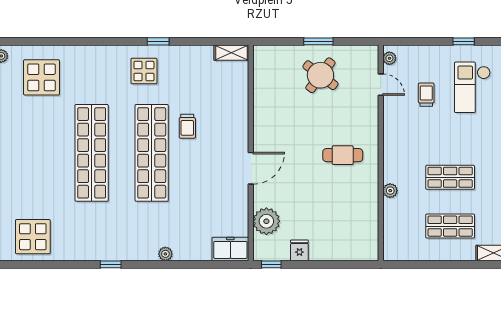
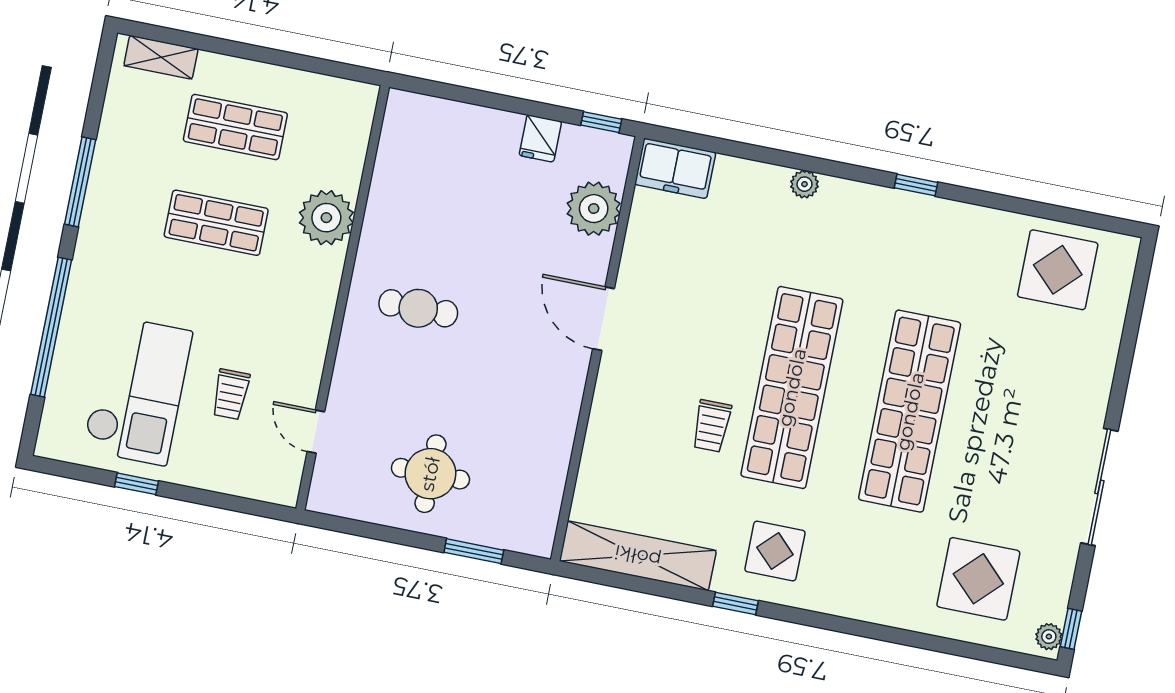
window: (318, 41) -> (474, 551), moved
shelving: (231, 53) -> (638, 556), width x2.20, depth x1.33
plant: (389, 58) -> (289, 480), removed
round table: (320, 75) -> (430, 474), turned -37
checkout: (472, 87) -> (137, 391), width x1.36, depth x1.21
trolley: (187, 126) -> (712, 426), turned 180
door: (251, 168) -> (603, 319), hinge flipped
plant: (390, 191) -> (326, 218), width x1.88, depth x1.88

